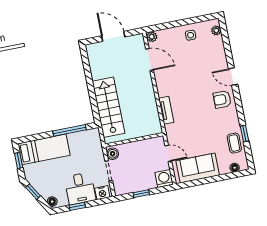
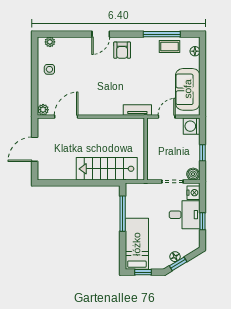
tv unit: (166, 110) -> (137, 110), moved
window: (244, 133) -> (162, 34), width x2.17
boiler: (113, 154) -> (193, 174), moved
floor lamp: (52, 202) -> (175, 257), moved

